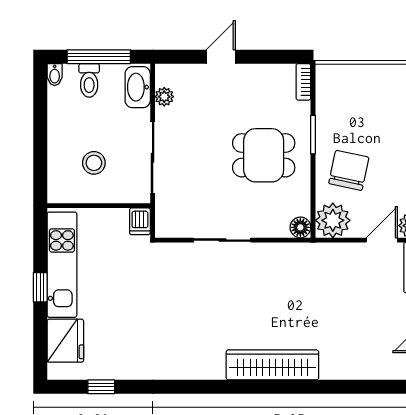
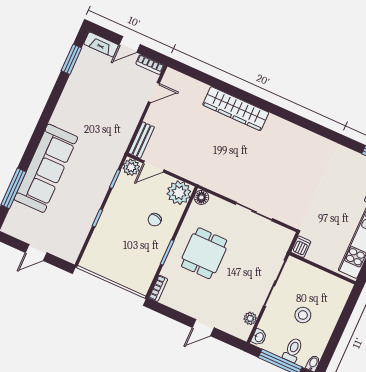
washbasin: (138, 87) -> (259, 337), width x0.52, depth x0.69
dining table: (264, 155) -> (204, 253), turned 90
stool: (94, 163) -> (303, 315), moved
chair: (349, 170) -> (155, 220), width x0.54, depth x0.54
wardrobe: (272, 365) -> (236, 109), moved

